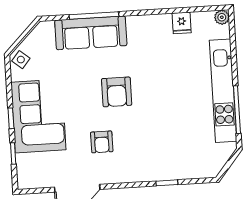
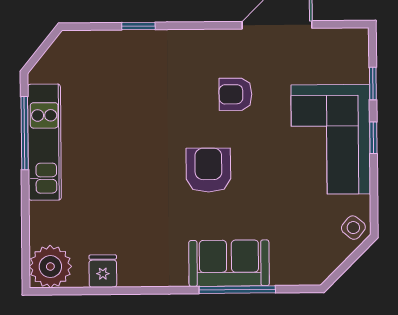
plant: (222, 17) -> (50, 267), width x1.88, depth x1.88
sofa: (91, 33) -> (229, 263), width x0.73
kitchen unit: (223, 91) -> (44, 142), width x0.73
armchair: (102, 142) -> (235, 94), turned -90

